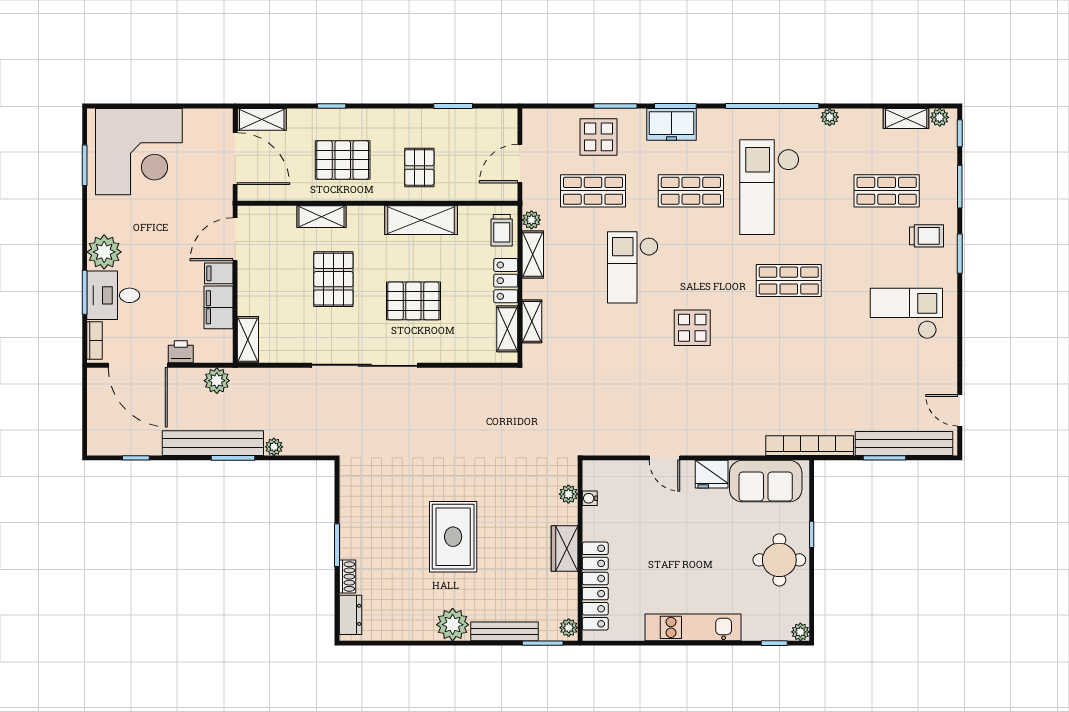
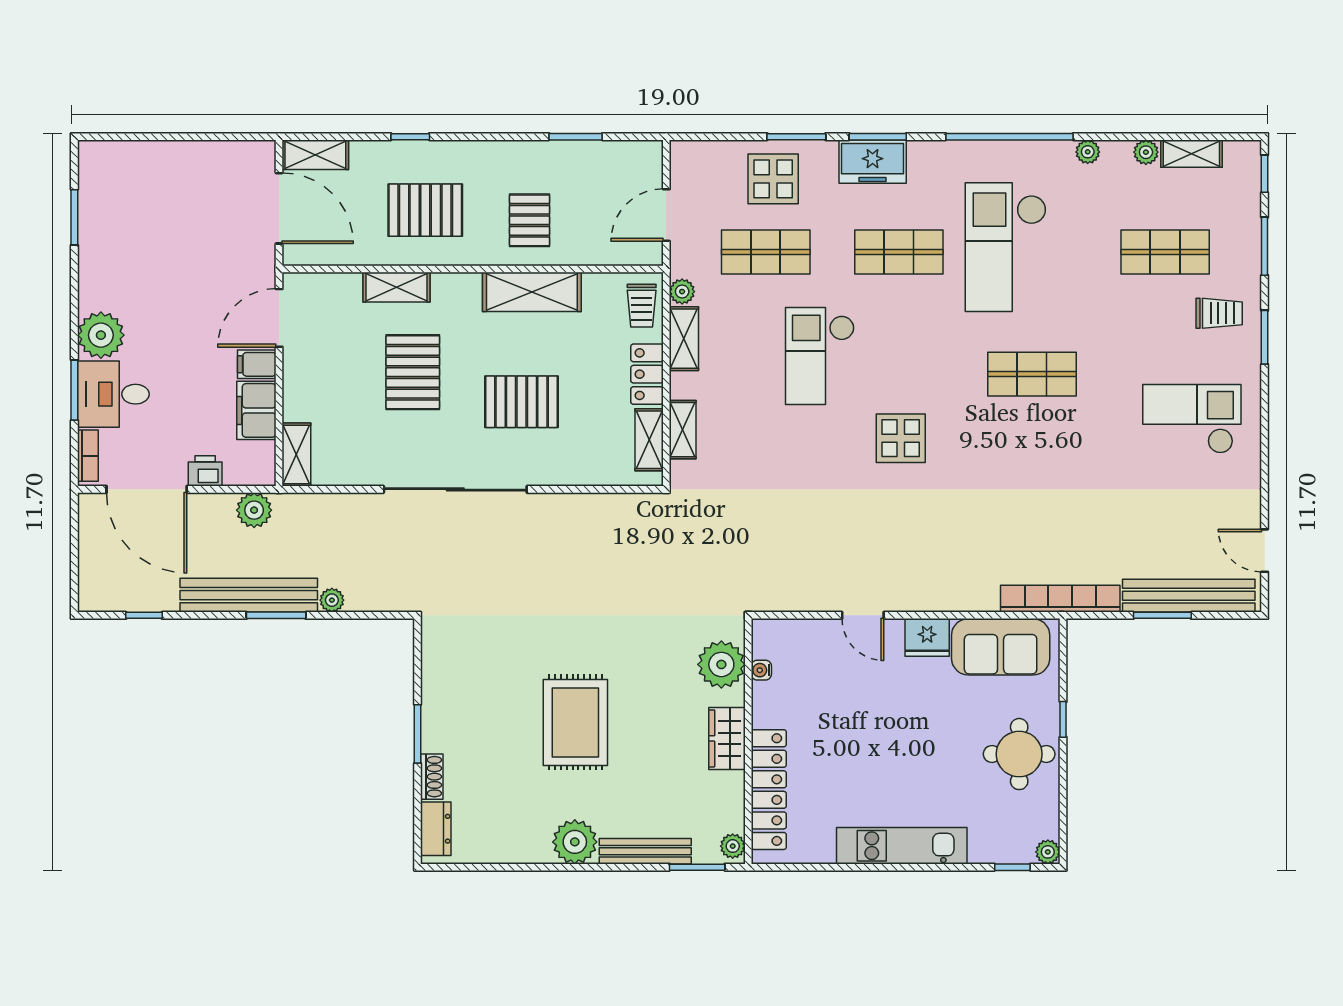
plant: (940, 117) -> (1146, 152), moved
corner desk: (139, 152) -> (148, 199), removed
plant: (568, 494) -> (721, 664), width x1.88, depth x1.88

